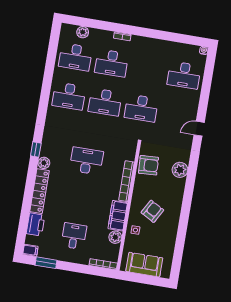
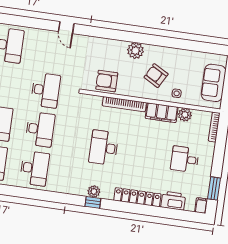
plant: (44, 163) -> (94, 191), moved
armchair: (148, 165) -> (107, 81), turned -87
plant: (180, 170) -> (135, 51), moved

